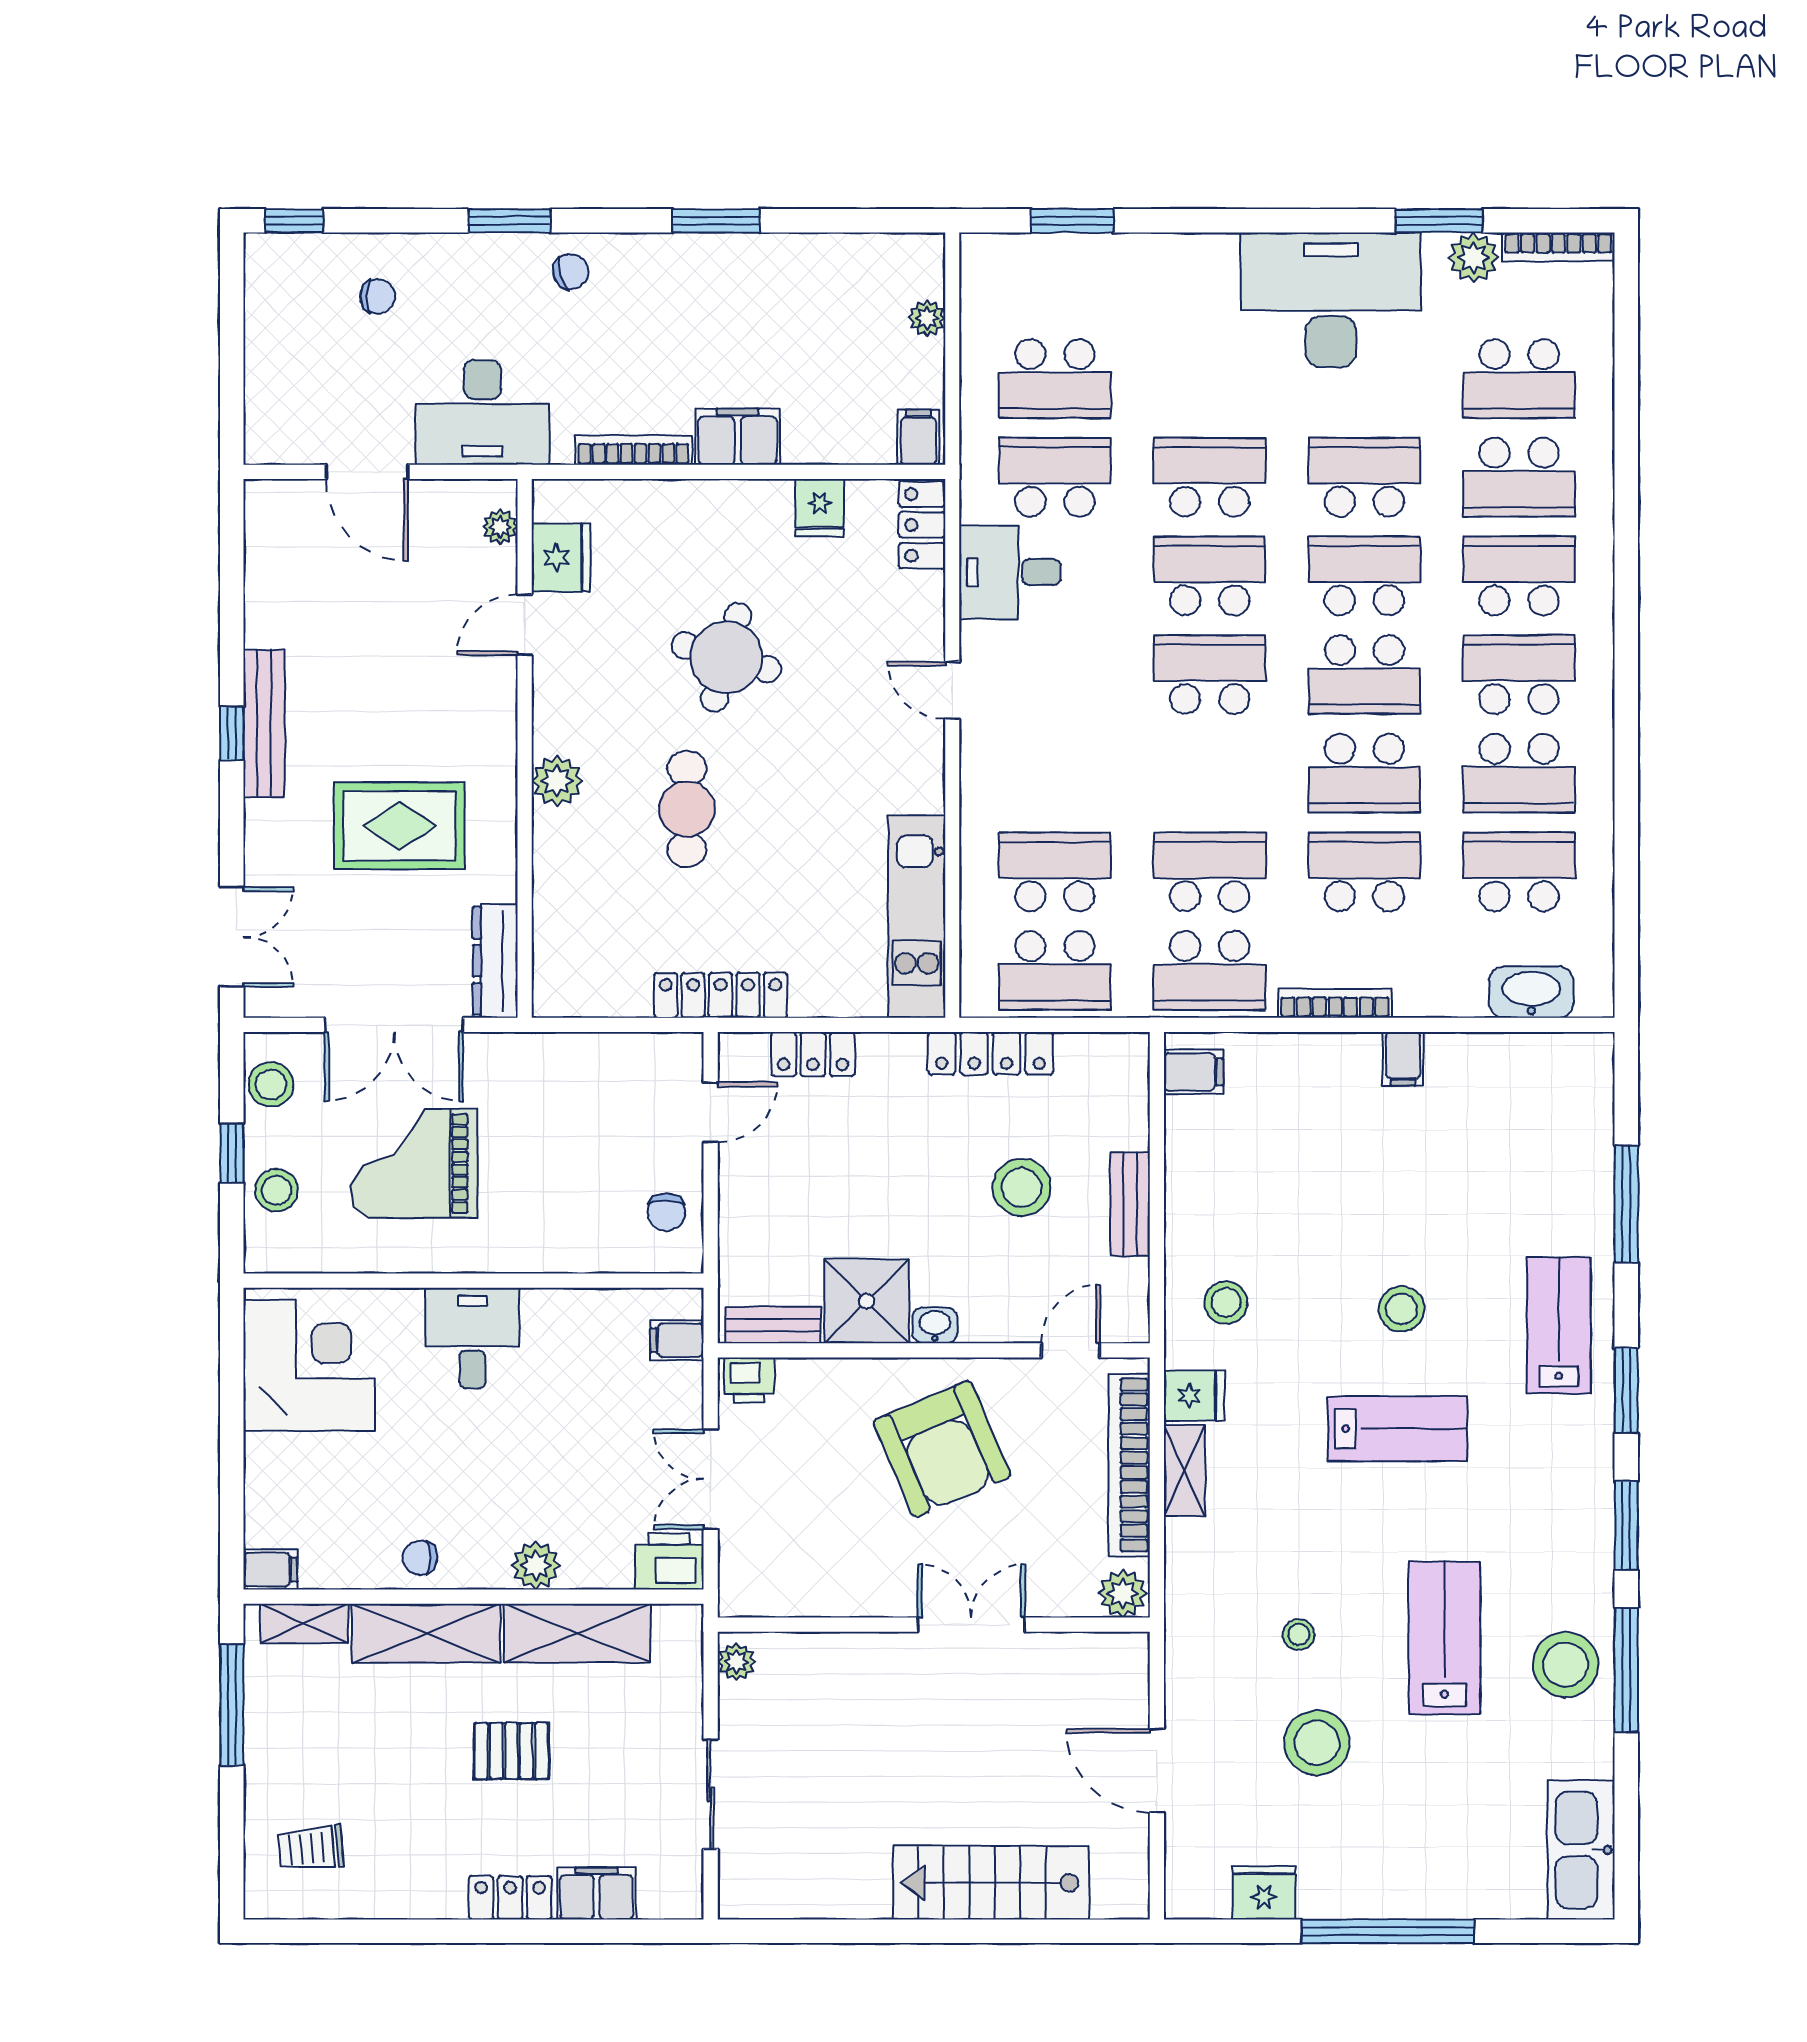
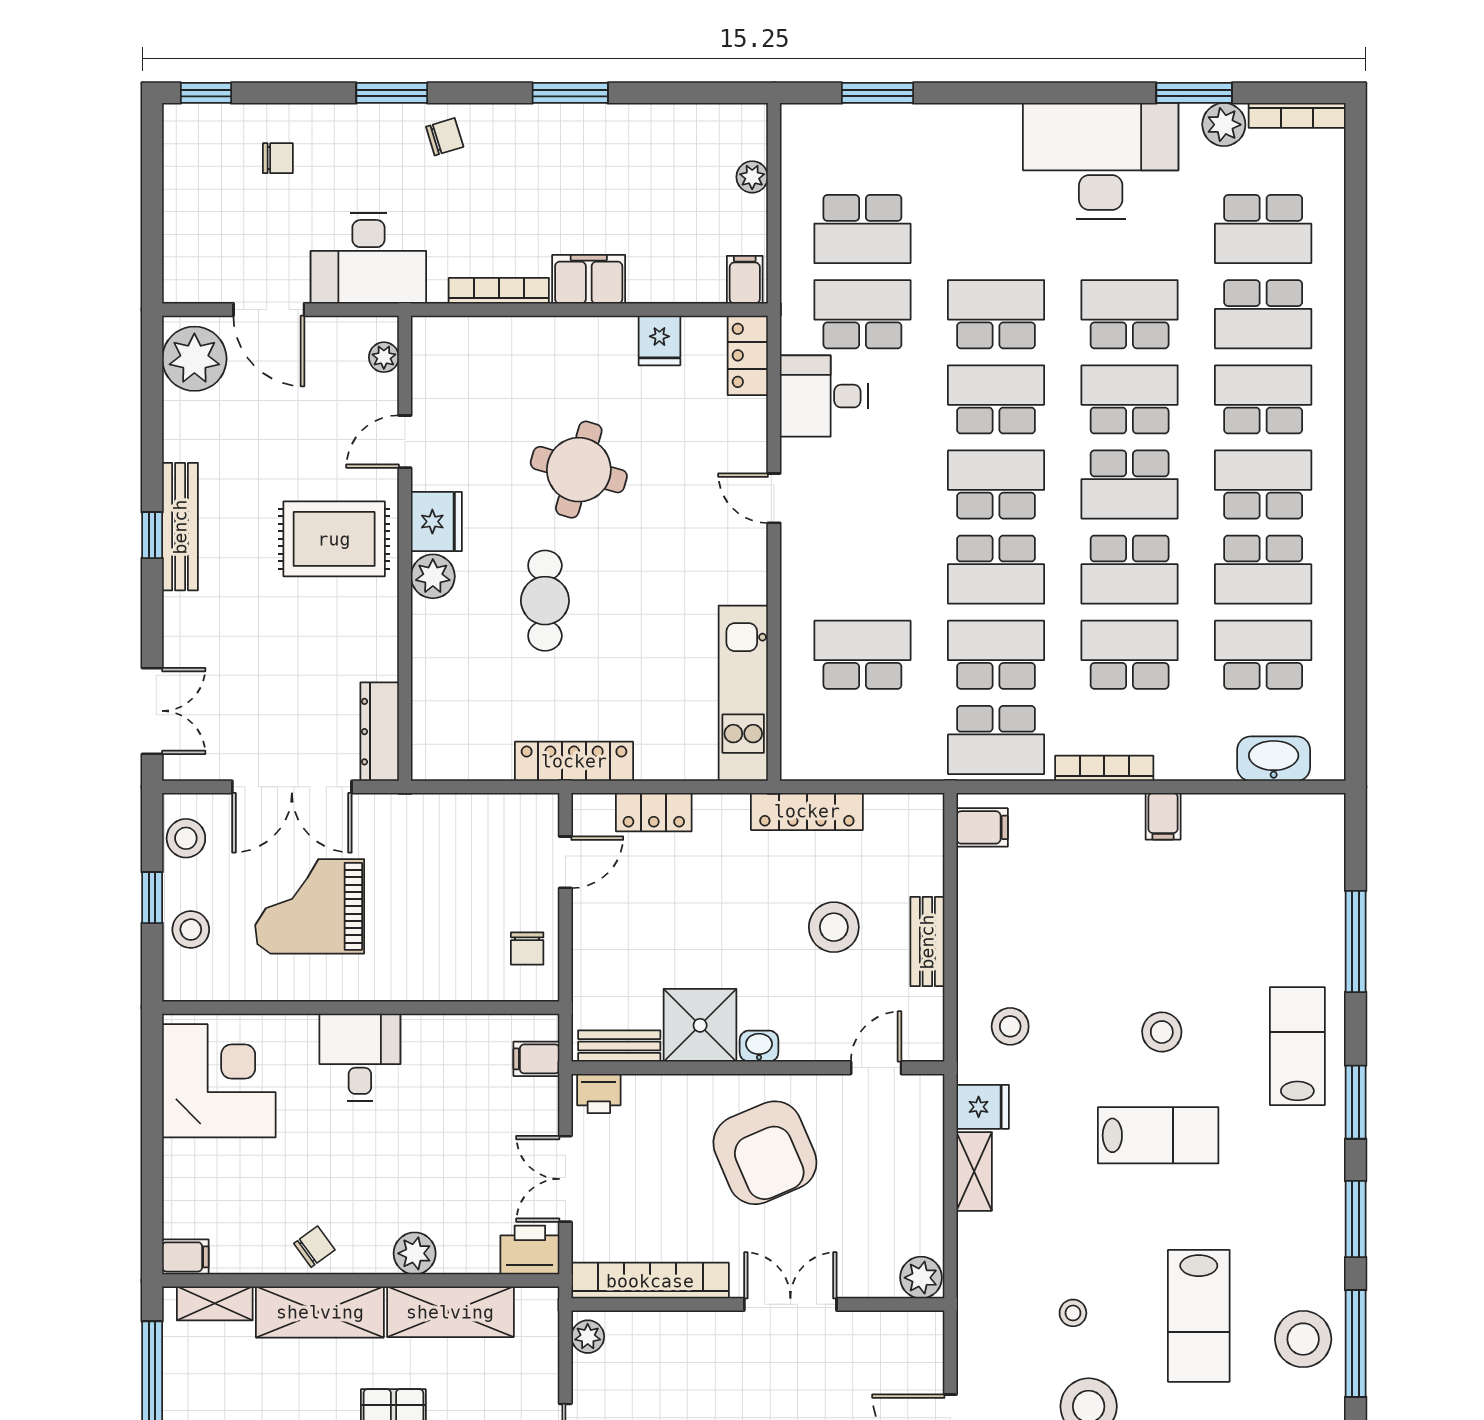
plant: (281, 529) -> (194, 359), added
fridge: (561, 558) -> (436, 522), moved
rug: (399, 826) -> (334, 539), moved
school desk: (1055, 970) -> (996, 570), moved
bookcase: (1129, 1465) -> (650, 1281), moved, turned 90
chair: (420, 1558) -> (314, 1247), turned 145
lab bench: (1444, 1638) -> (1199, 1316), turned 180

